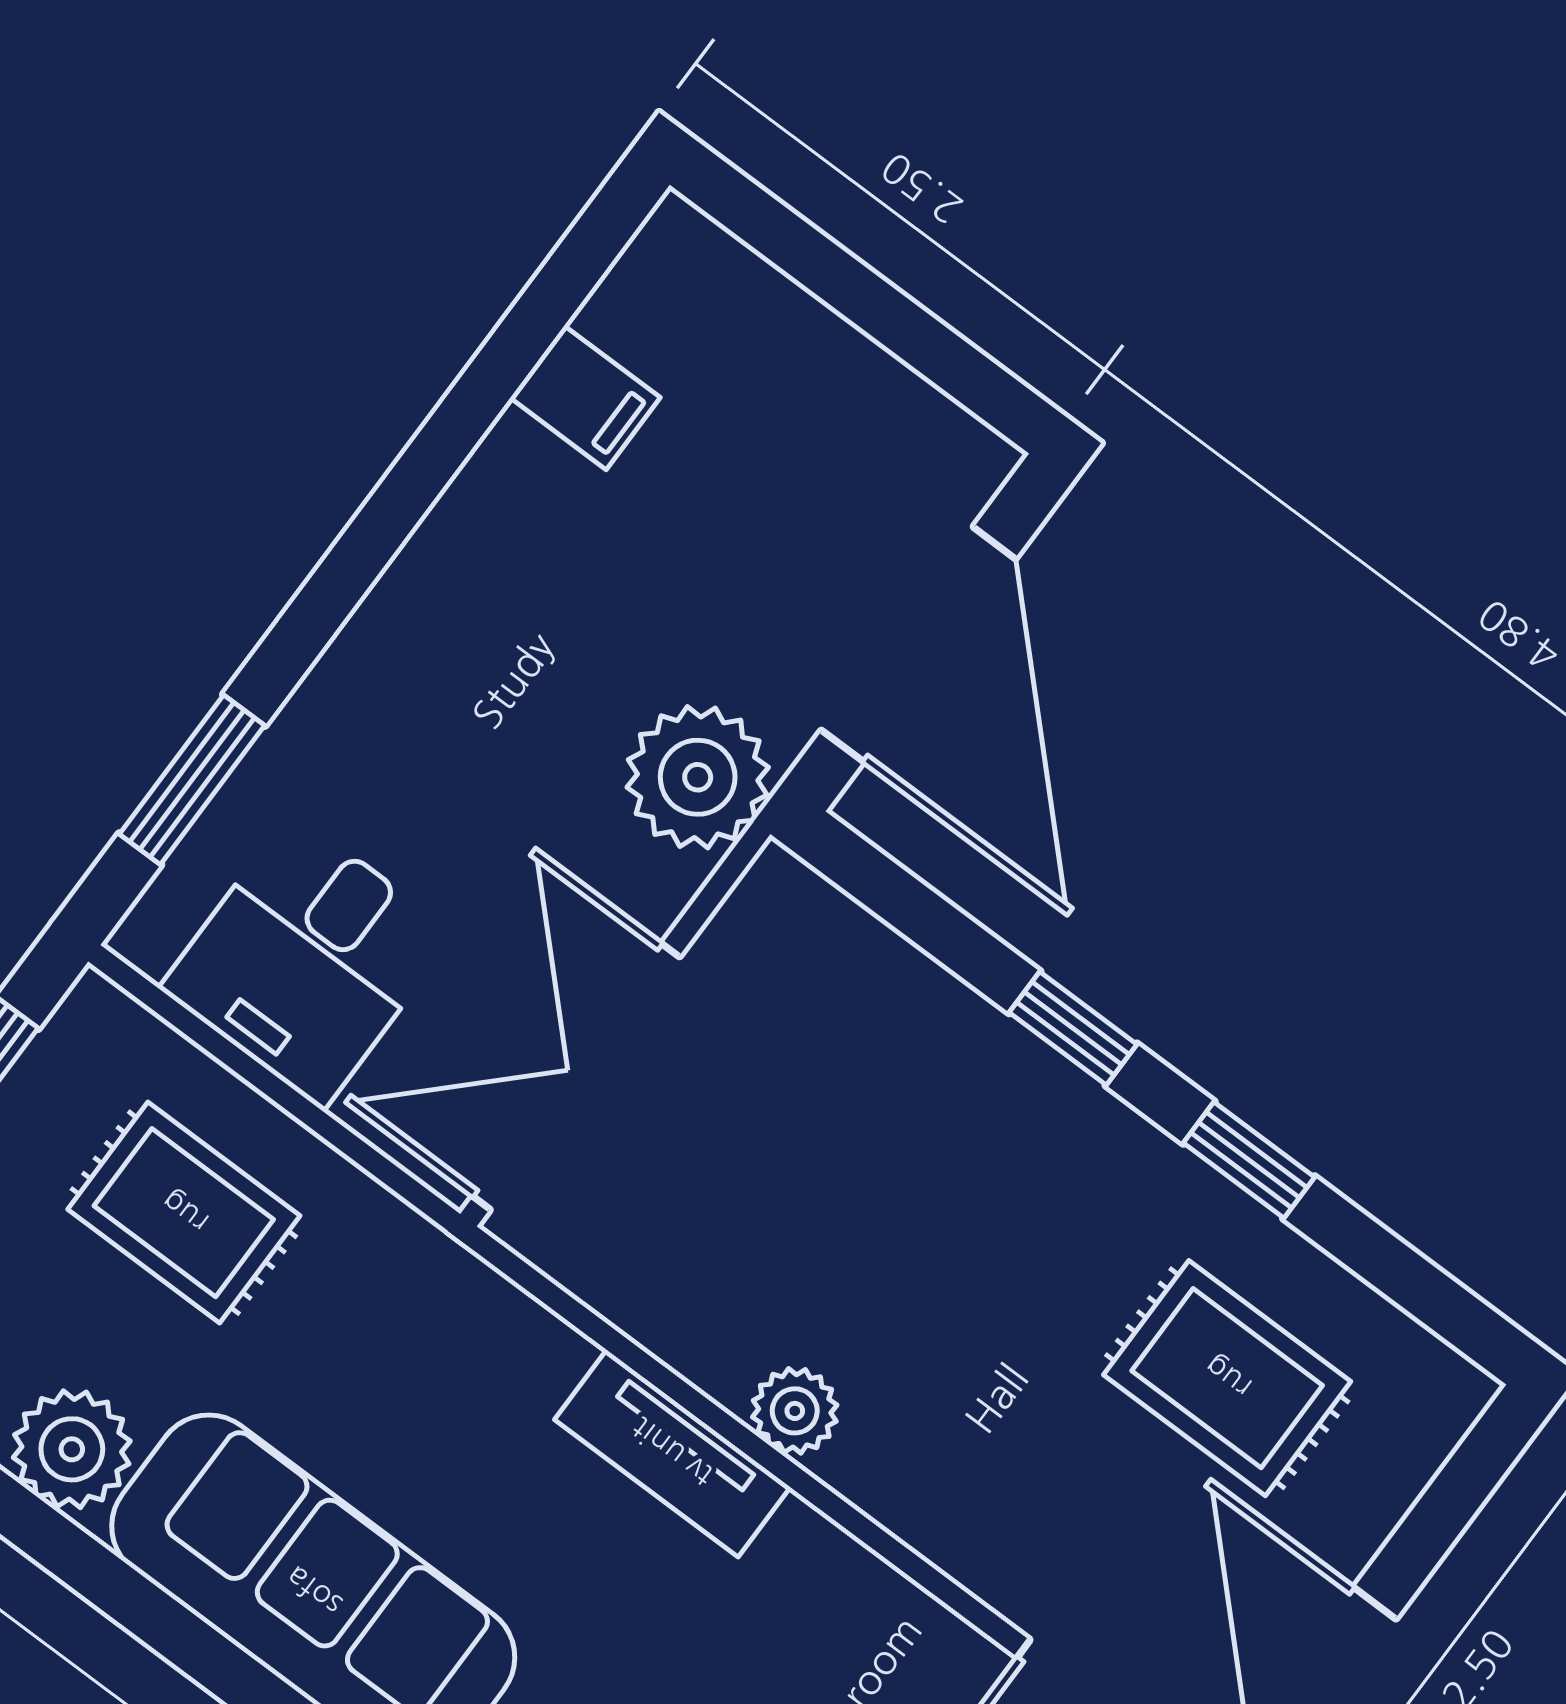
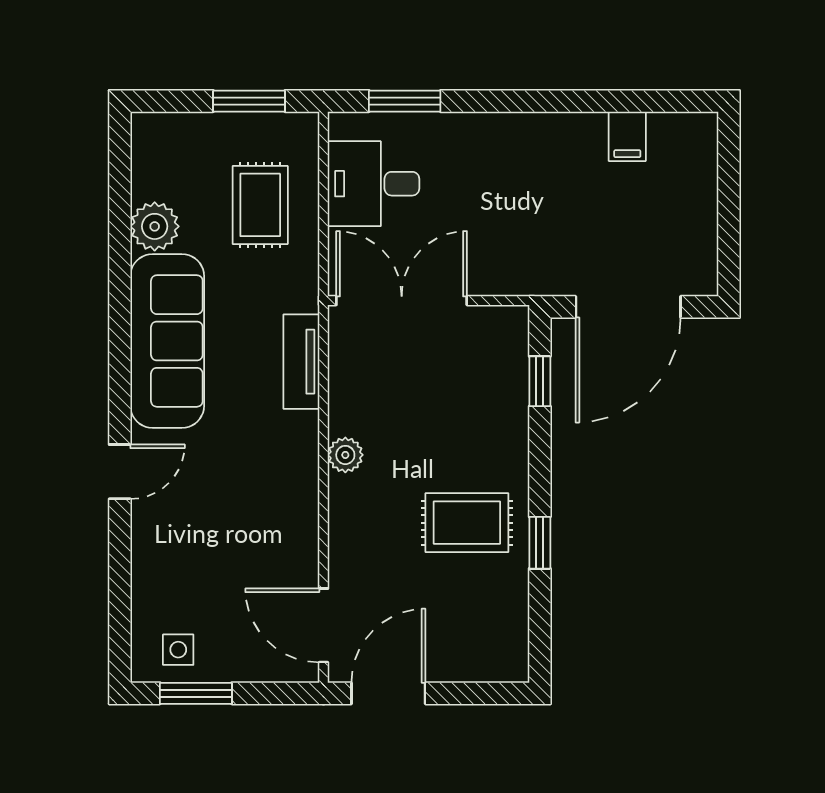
plant: (698, 777) -> (530, 267), removed
window: (1073, 1028) -> (540, 381), moved
rug: (1227, 1378) -> (467, 523), moved, turned 90
tv unit: (672, 1453) -> (301, 362), moved

